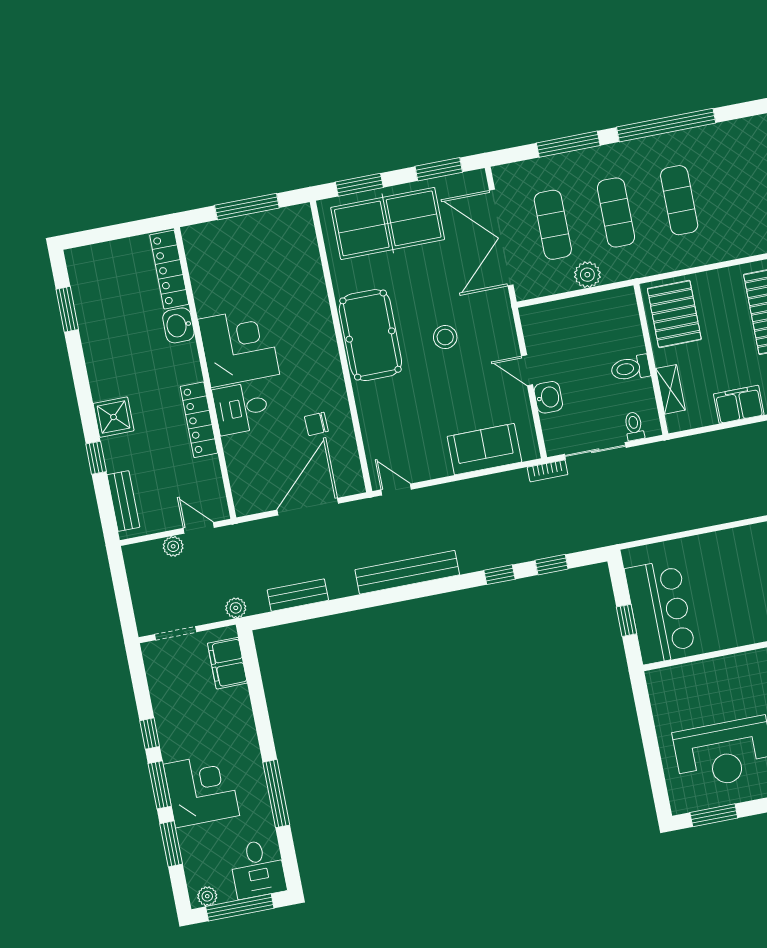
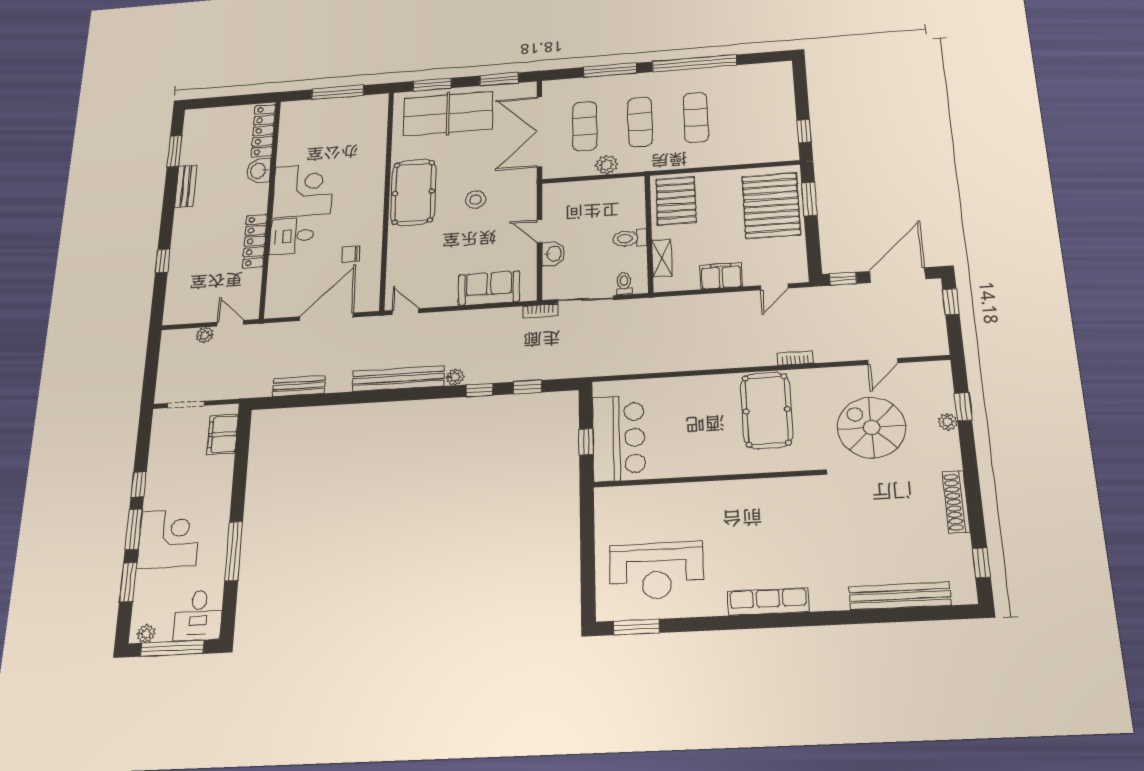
shower: (114, 417) -> (186, 232), removed
bench: (123, 501) -> (186, 186), moved
plant: (236, 608) -> (455, 377), moved

